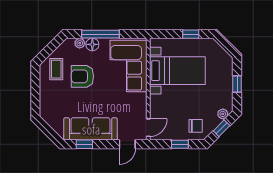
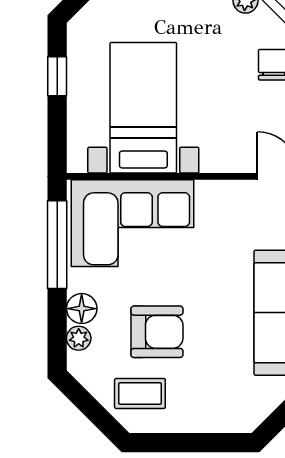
window: (101, 34) -> (57, 245), moved
armchair: (82, 76) -> (157, 332), turned -90

